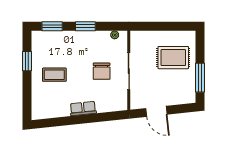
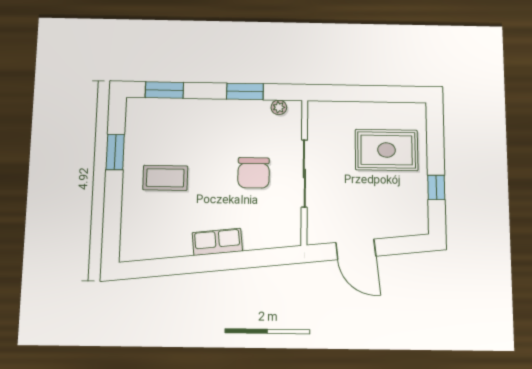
window: (85, 26) -> (245, 91), moved
window: (200, 78) -> (436, 188), width x0.46

